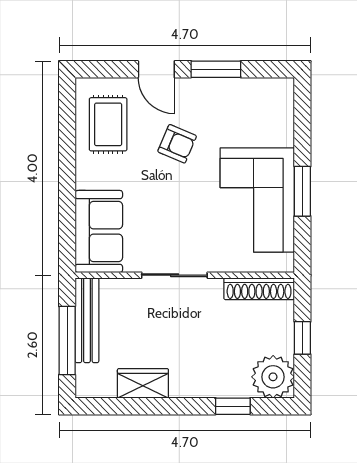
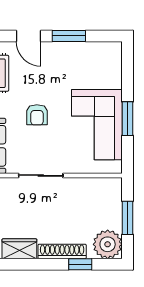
armchair: (177, 144) -> (37, 115), moved, turned 67
shoe rack: (259, 289) -> (62, 251), moved, turned 180
window: (302, 338) -> (127, 218), width x1.50

